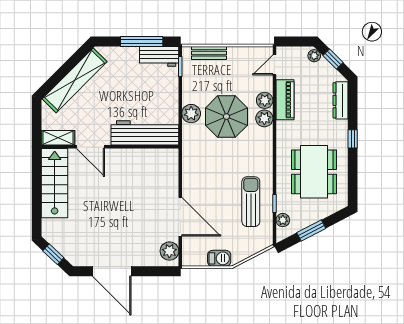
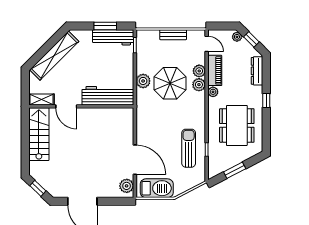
window: (142, 41) -> (105, 26), width x0.69
bench: (209, 53) -> (173, 35), moved
workbench: (159, 56) -> (113, 37), width x1.37
door: (274, 65) -> (207, 44), swing flipped
plant: (283, 220) -> (213, 92), moved
barbecue: (219, 258) -> (157, 188), width x1.88, depth x1.53

